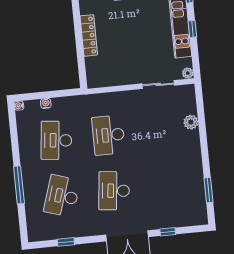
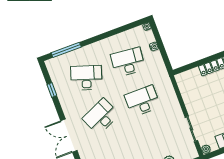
window: (19, 185) -> (66, 50), moved
desk: (114, 191) -> (101, 117), turned -30

